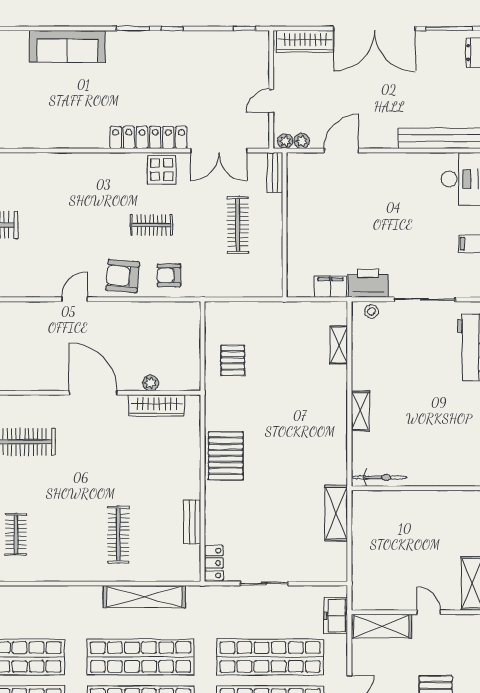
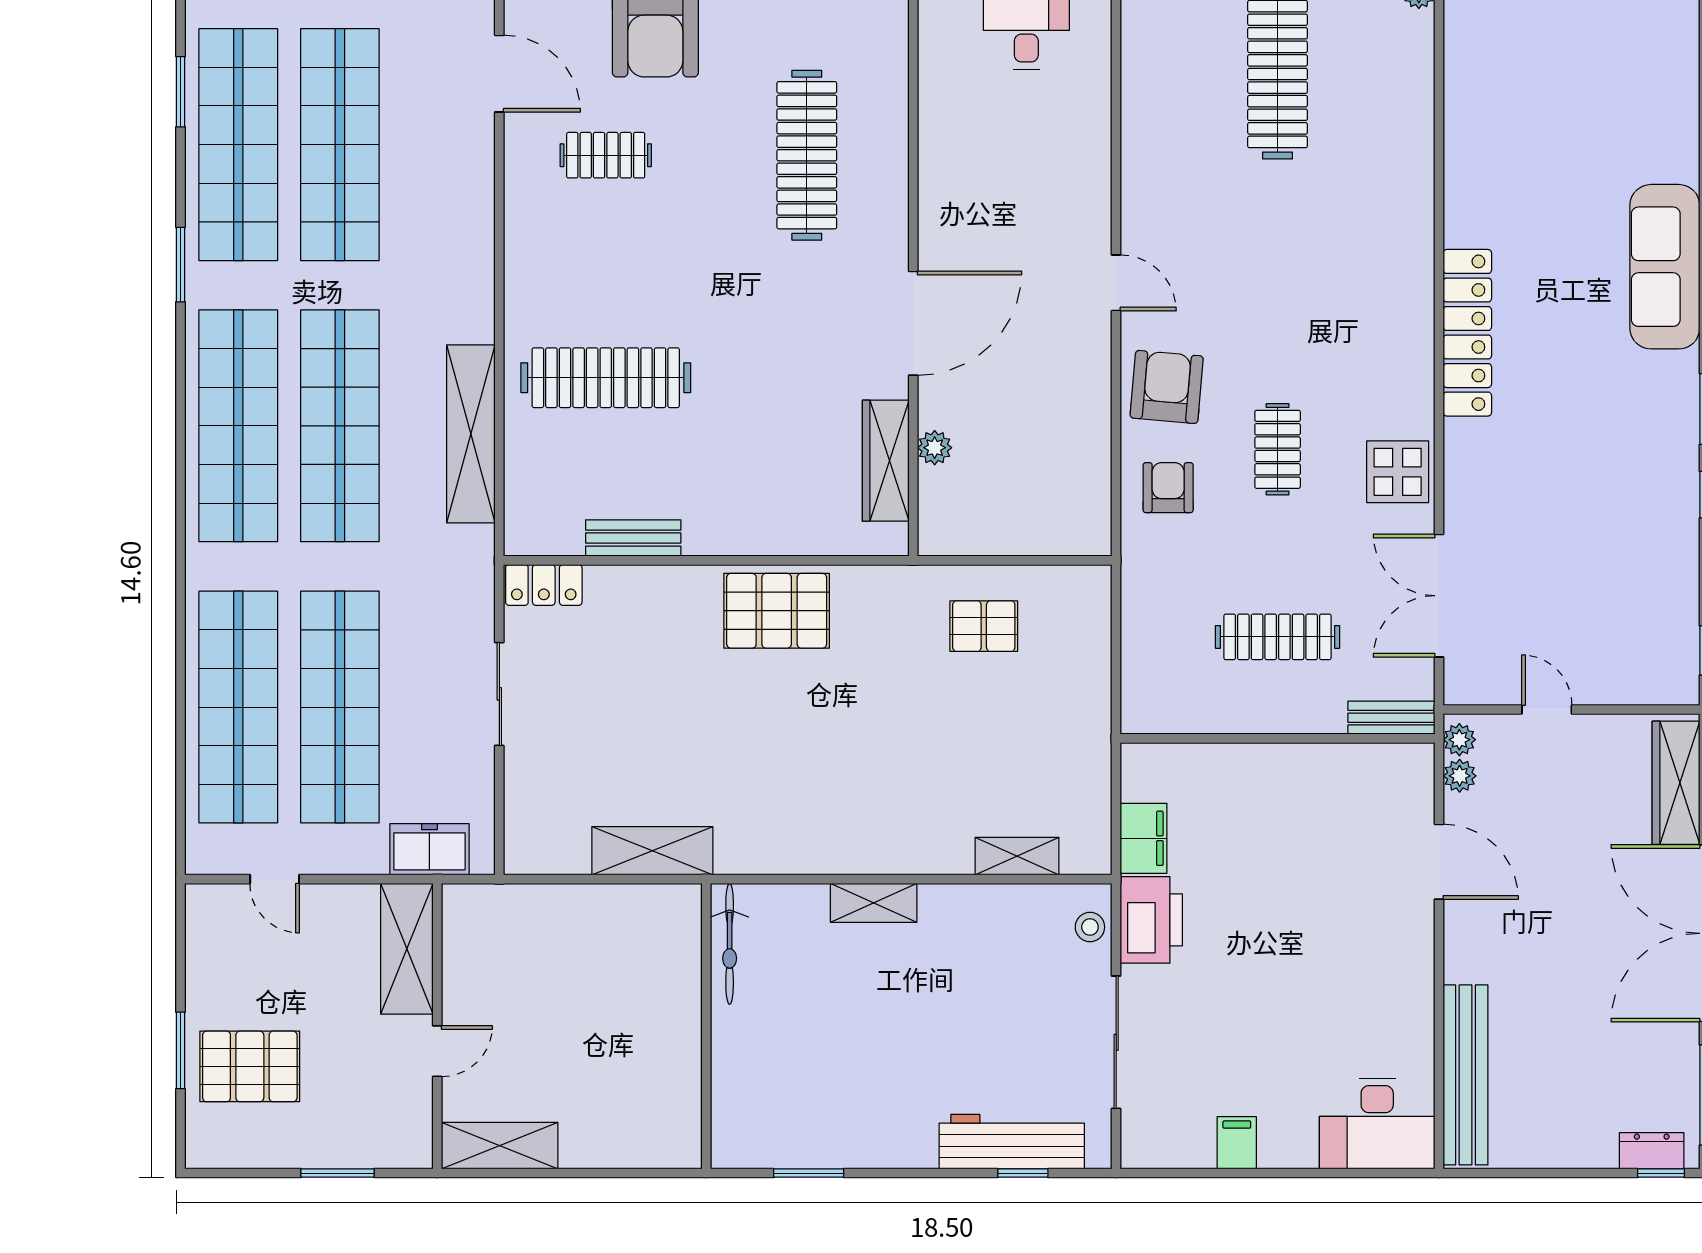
locker: (149, 138) -> (1467, 333), moved
clothes rail: (118, 535) -> (606, 378), width x1.37, depth x1.31

